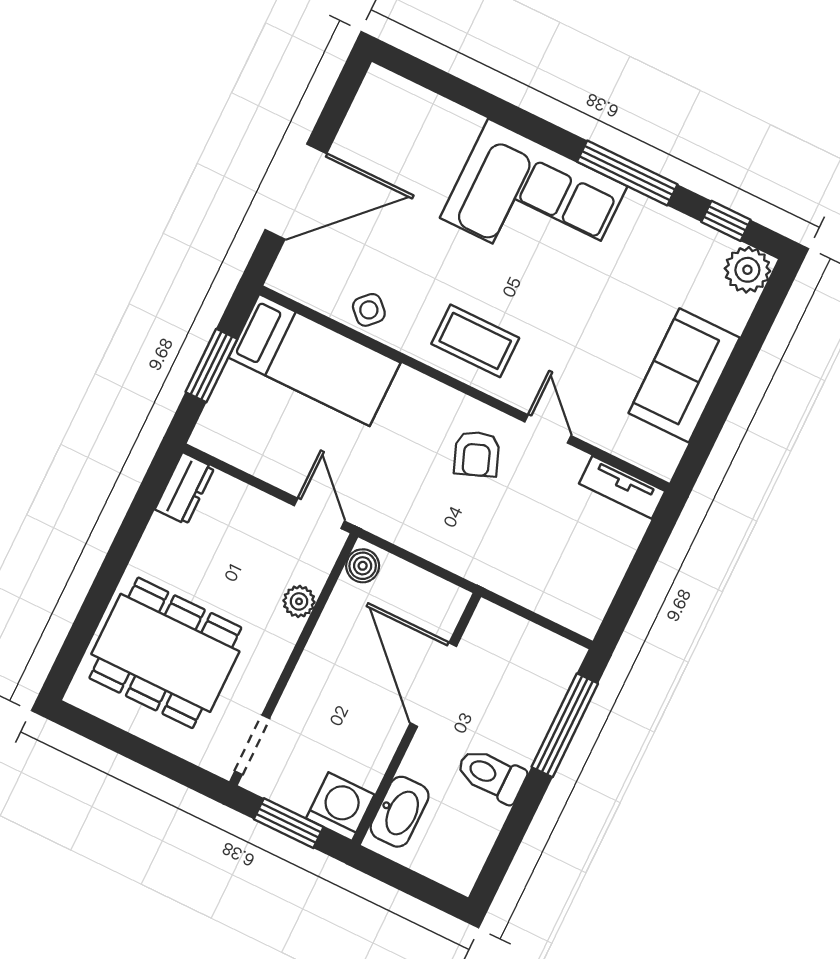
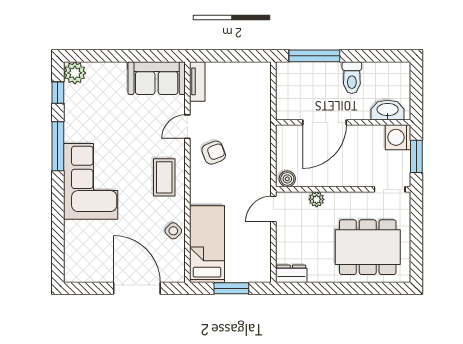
sofa: (684, 375) -> (157, 78), moved
dining table: (165, 653) -> (368, 247), turned 90

